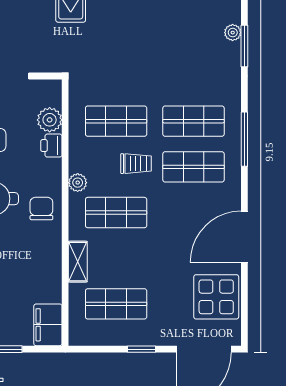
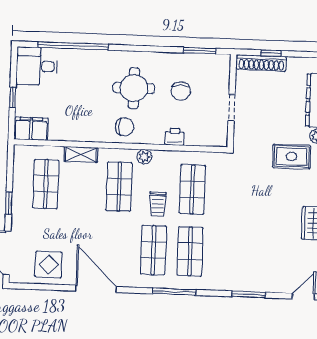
plant: (233, 33) -> (260, 286), removed
plant: (50, 120) -> (195, 136), removed
display table: (216, 297) -> (49, 265), width x0.73, depth x0.73

